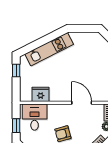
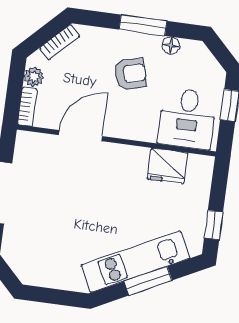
window: (42, 41) -> (148, 281), added
door: (82, 103) -> (81, 136), swing flipped

